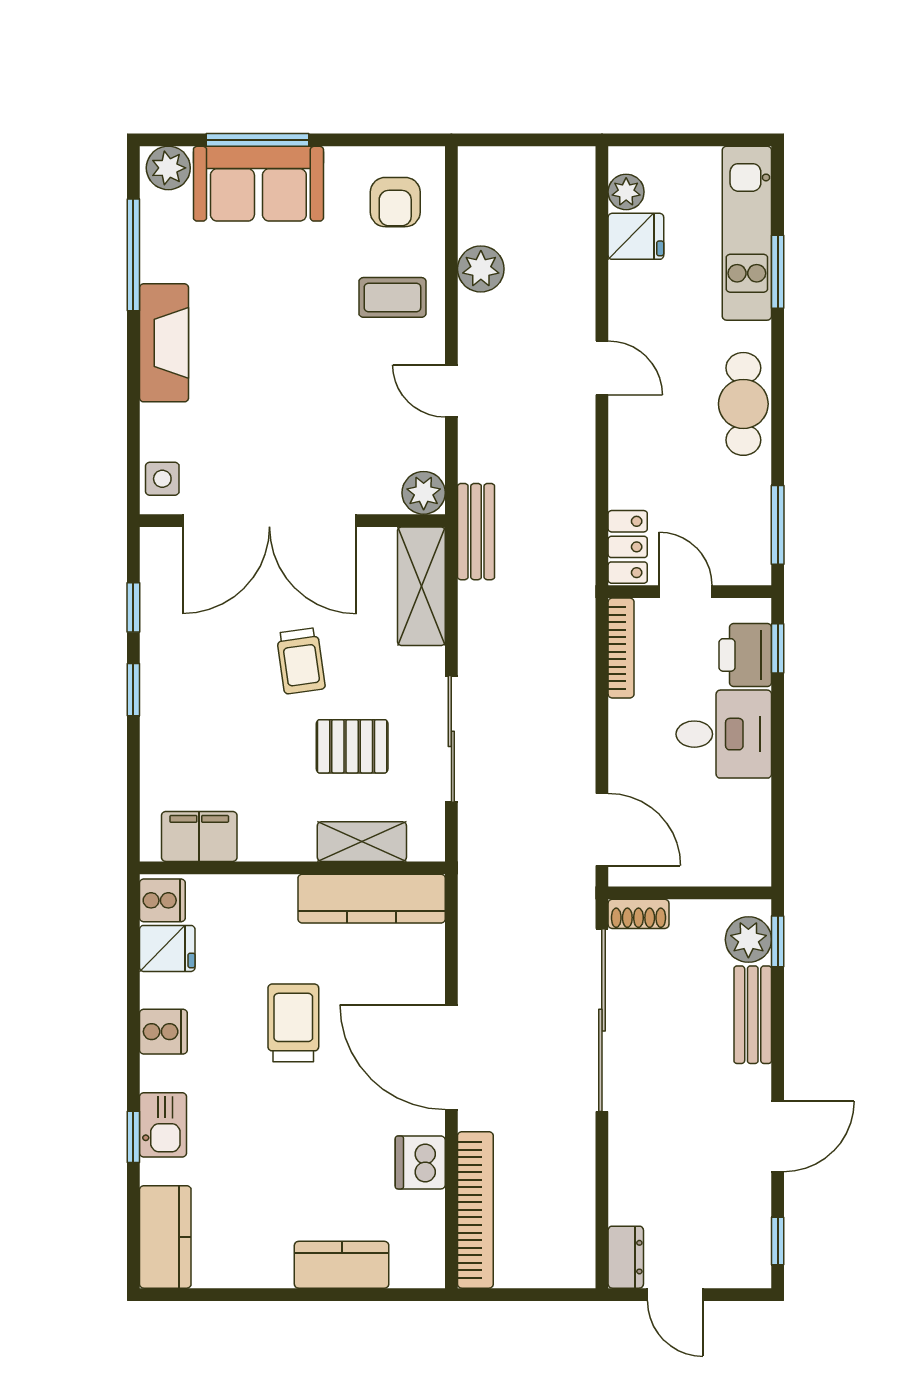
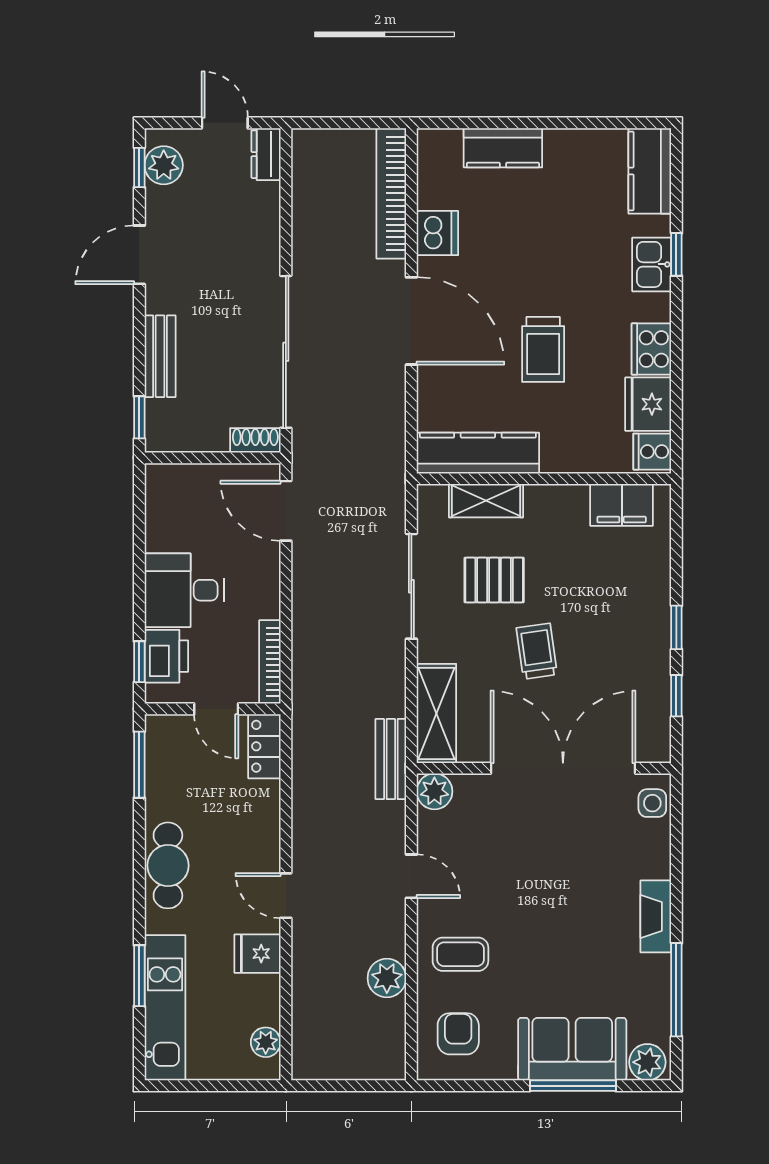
fridge: (636, 236) -> (258, 954), moved
fireplace: (164, 343) -> (656, 916), width x0.73, depth x0.76
plant: (748, 940) -> (164, 165), moved
fridge: (167, 948) -> (648, 404), width x1.38
cooker: (163, 1032) -> (651, 349), width x1.36

